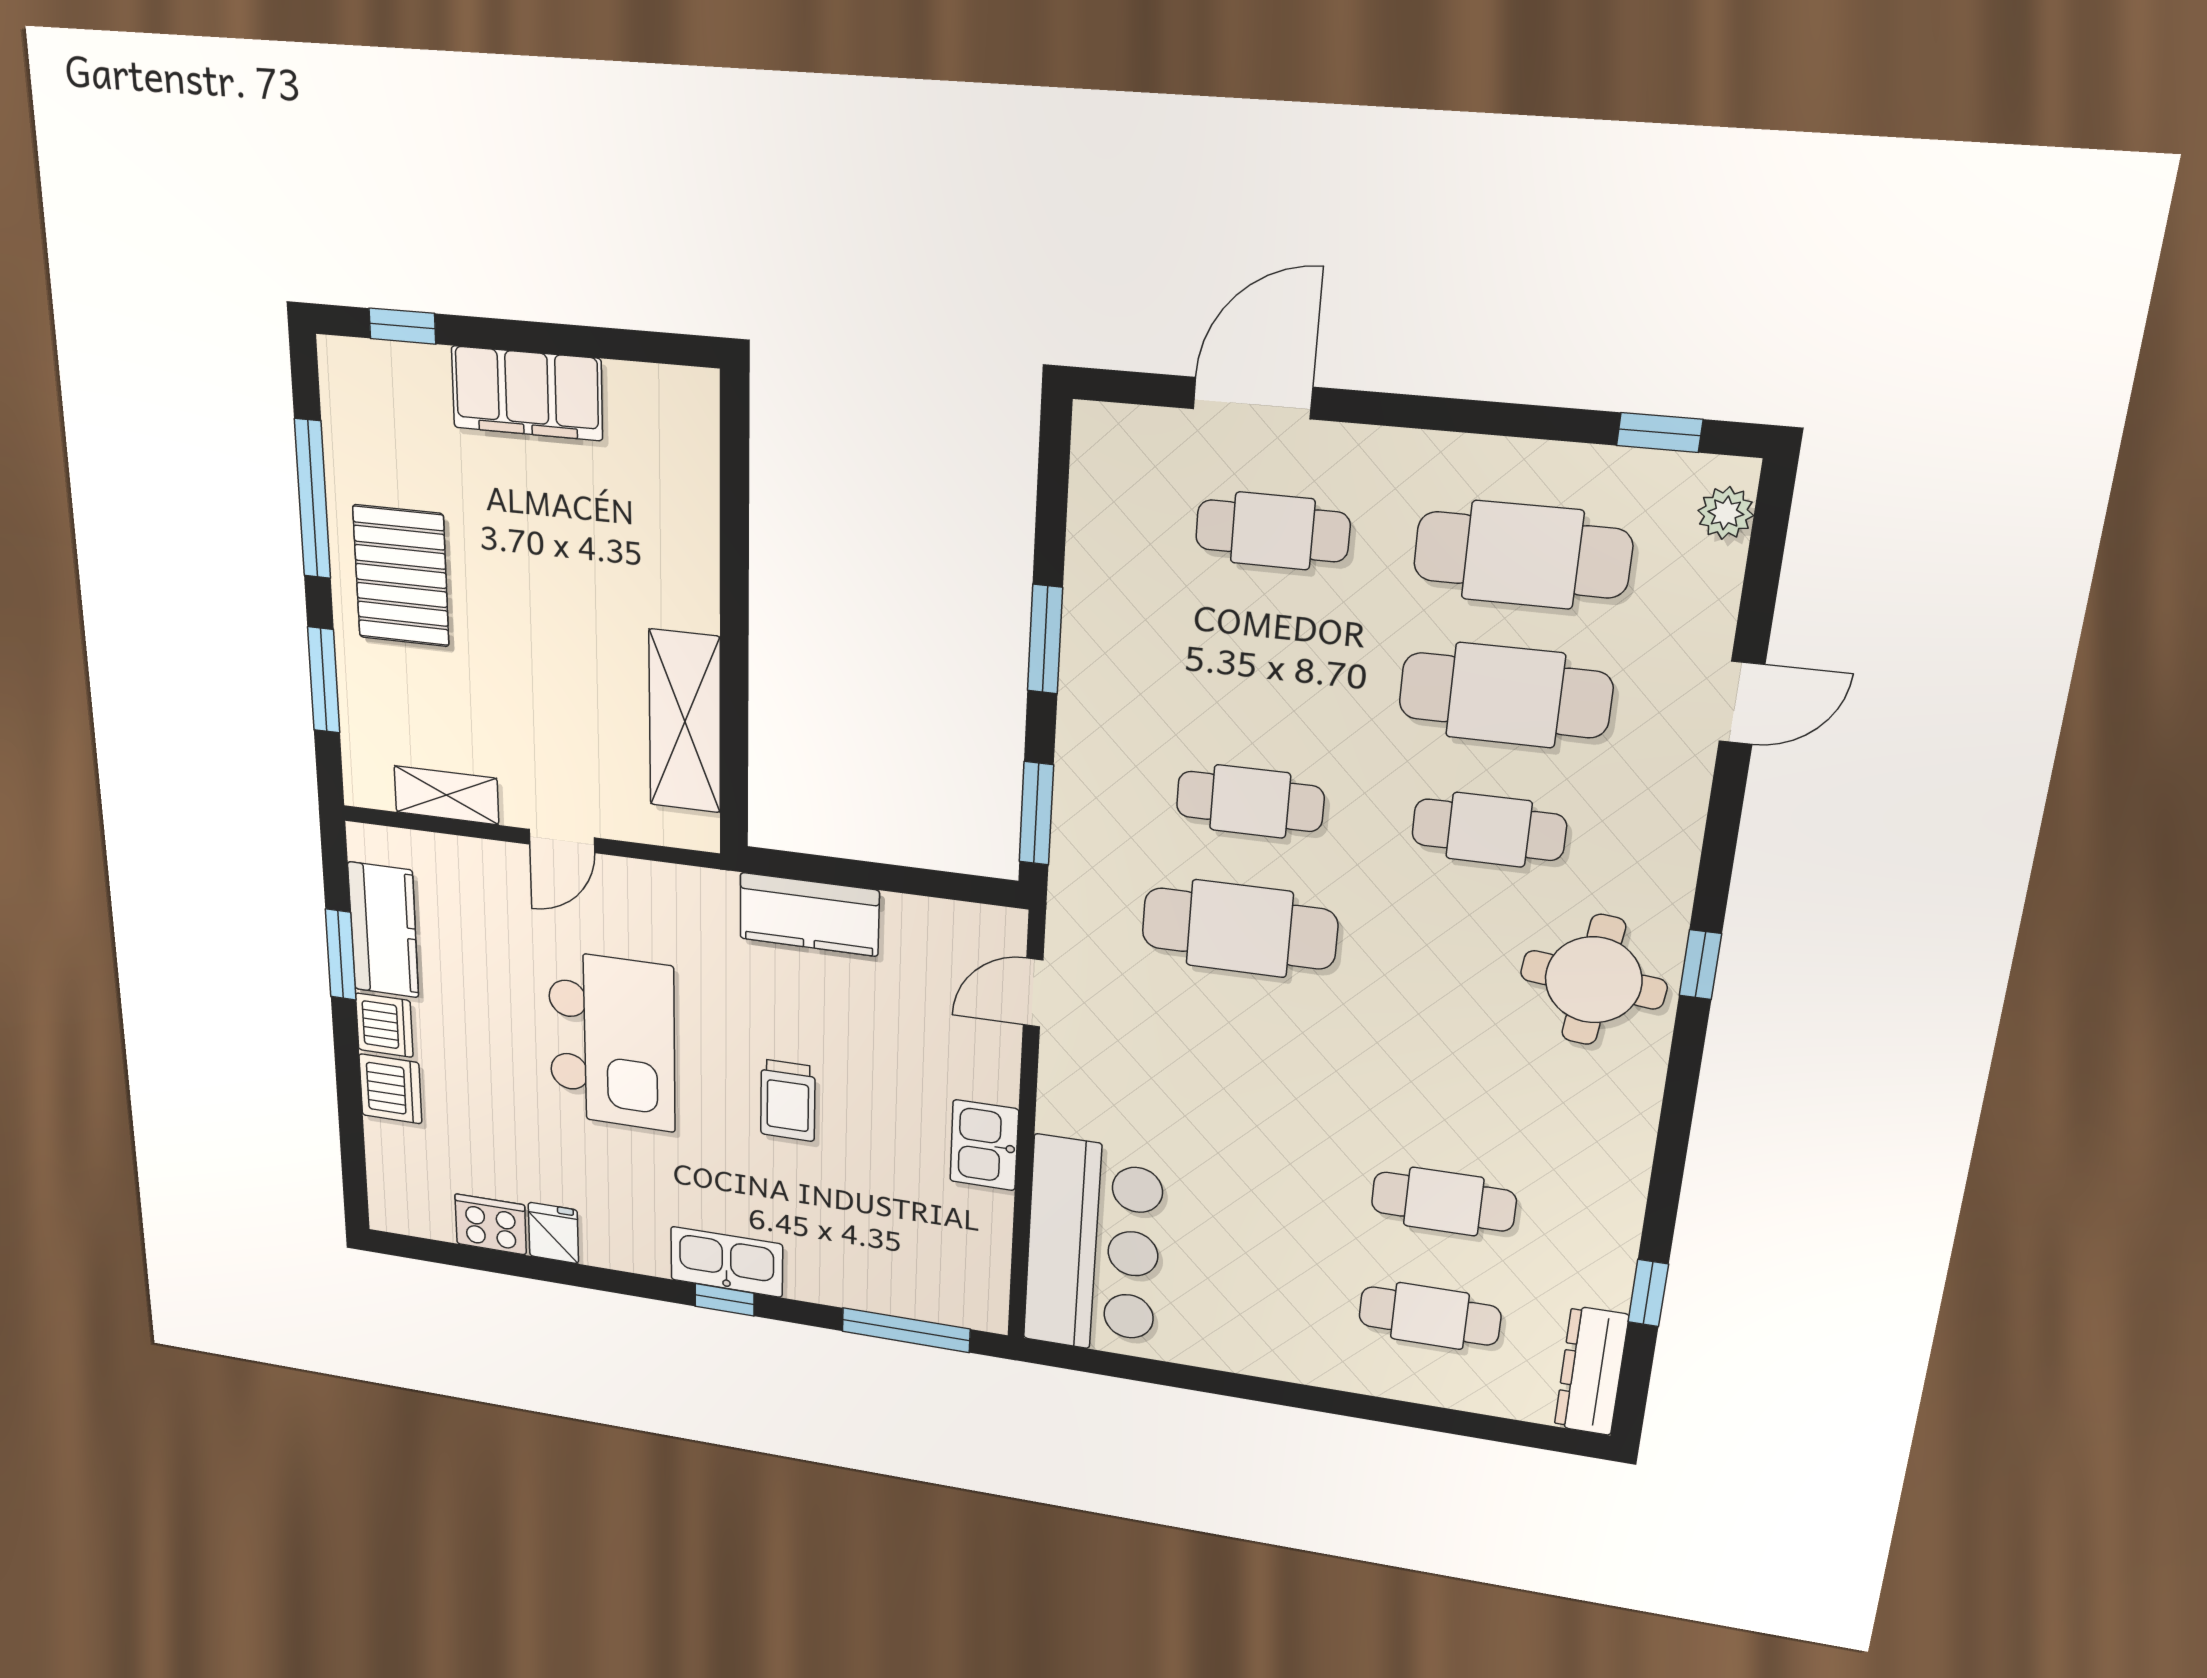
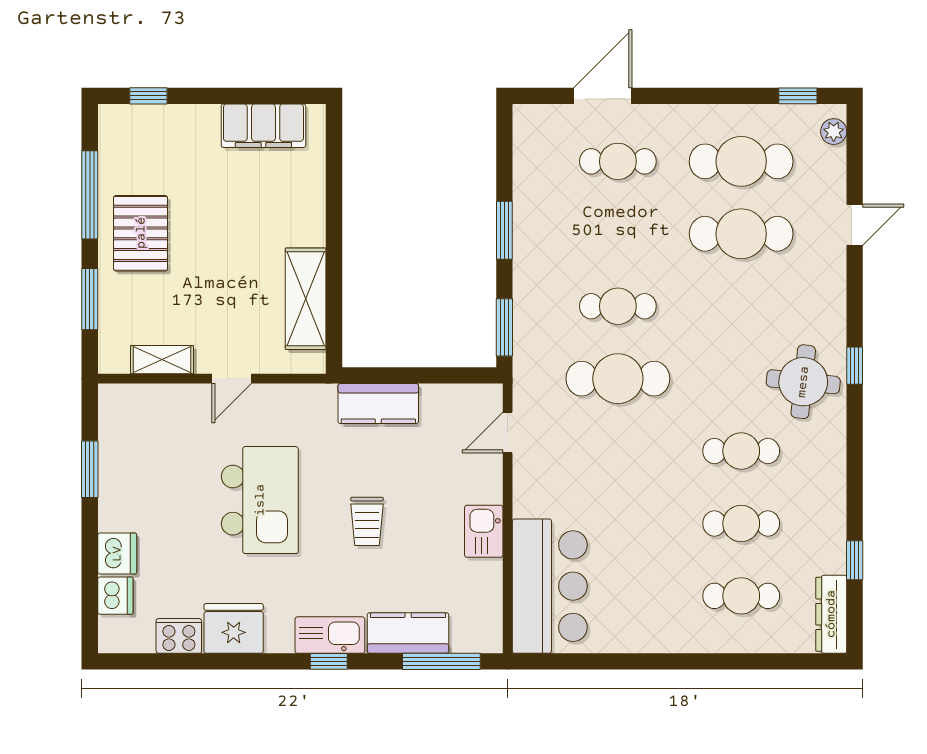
filing cabinet: (527, 393) -> (263, 126), moved
cafe table: (1489, 830) -> (741, 451), moved
kitchen counter: (383, 930) -> (408, 633), moved, turned -90
dishwasher: (384, 1025) -> (115, 596), moved
fridge: (553, 1233) -> (234, 628), width x1.88, depth x1.34

